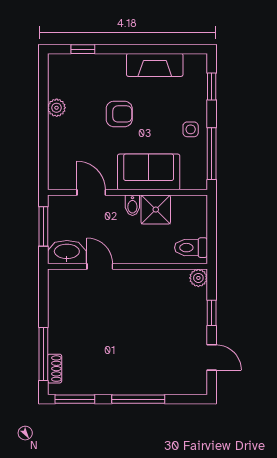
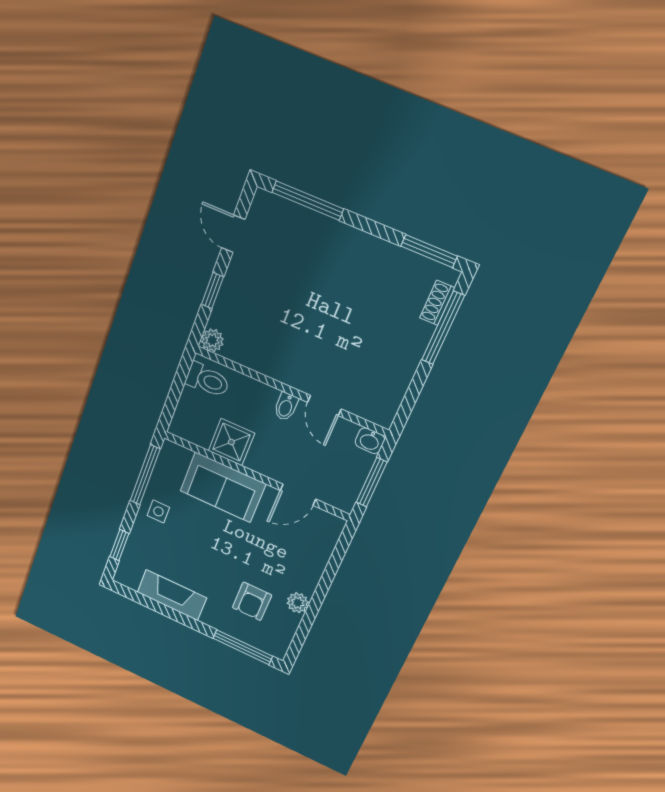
window: (83, 49) -> (243, 647), width x2.17
armchair: (119, 114) -> (252, 601), moved, turned -90
door: (91, 192) -> (298, 495), hinge flipped
bidet: (132, 205) -> (286, 407), moved, turned 180
washbasin: (67, 252) -> (370, 441), width x0.52, depth x0.69
window: (138, 399) -> (308, 201), moved

